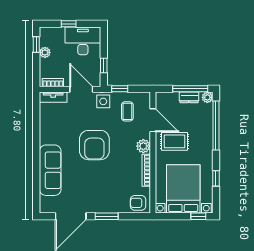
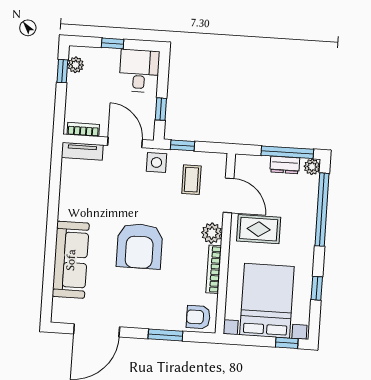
desk: (83, 41) -> (139, 71), width x0.73
plant: (45, 52) -> (76, 65), moved
armchair: (94, 145) -> (140, 246), moved
window: (107, 216) -> (165, 335), moved

